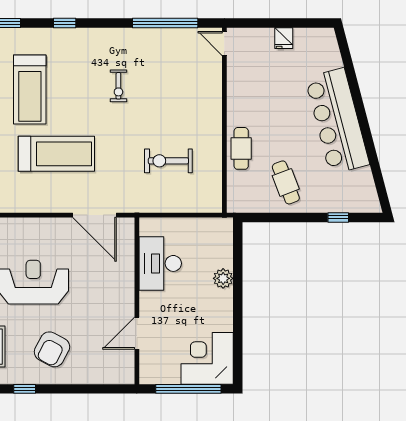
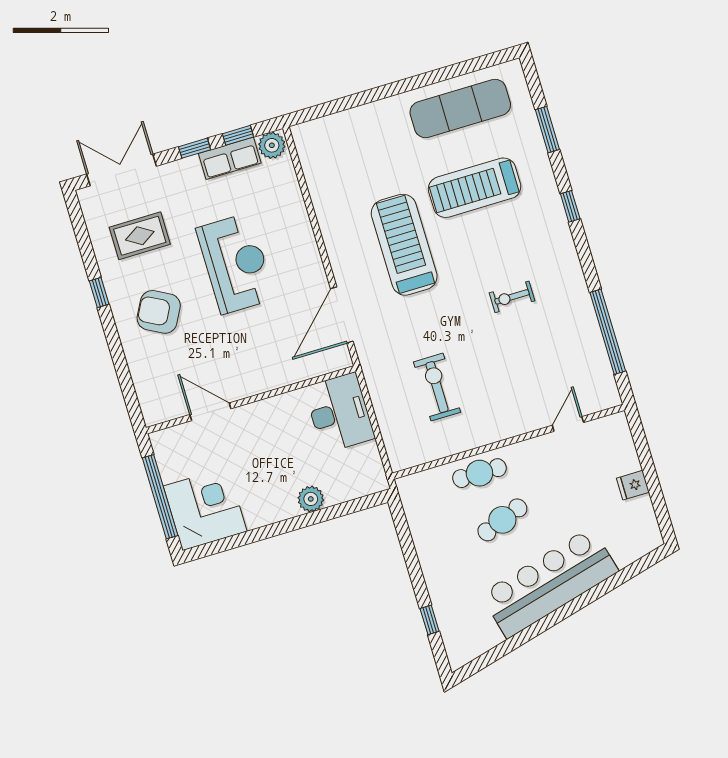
door: (224, 44) -> (568, 424), moved
treadmill: (56, 154) -> (404, 245), turned 180
cafe table: (286, 182) -> (502, 520), moved
desk: (160, 263) -> (339, 413), moved, turned 90

